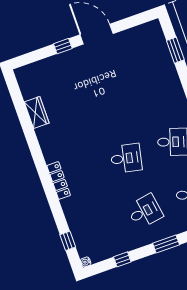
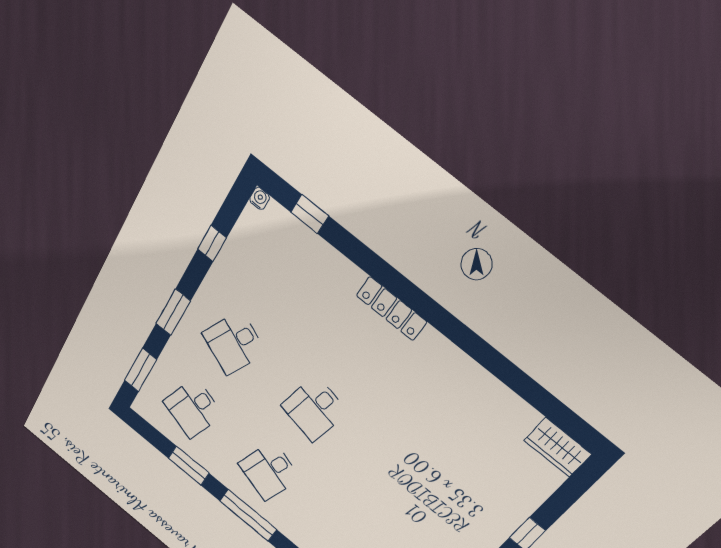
wardrobe: (37, 112) -> (558, 447), moved
desk: (145, 211) -> (234, 343), turned 33

